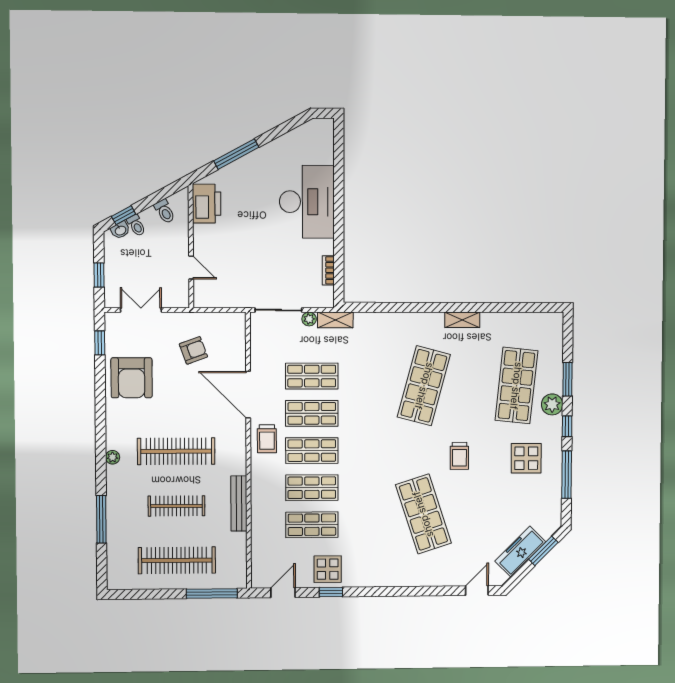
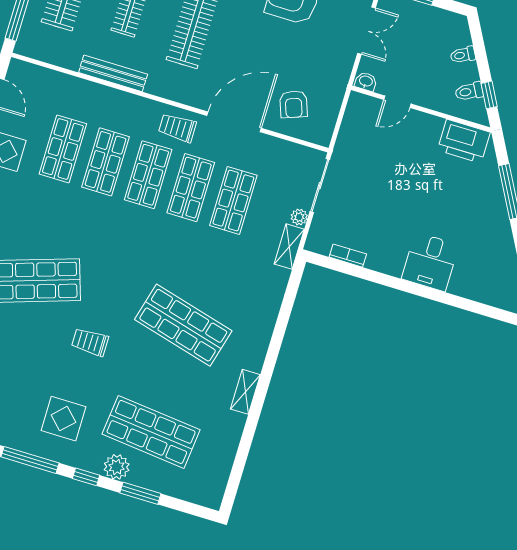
desk: (307, 202) -> (430, 262), width x0.53, depth x0.77
window: (124, 215) -> (489, 95), moved
washbasin: (120, 230) -> (366, 81), moved, turned 119
armchair: (193, 350) -> (294, 104), moved

